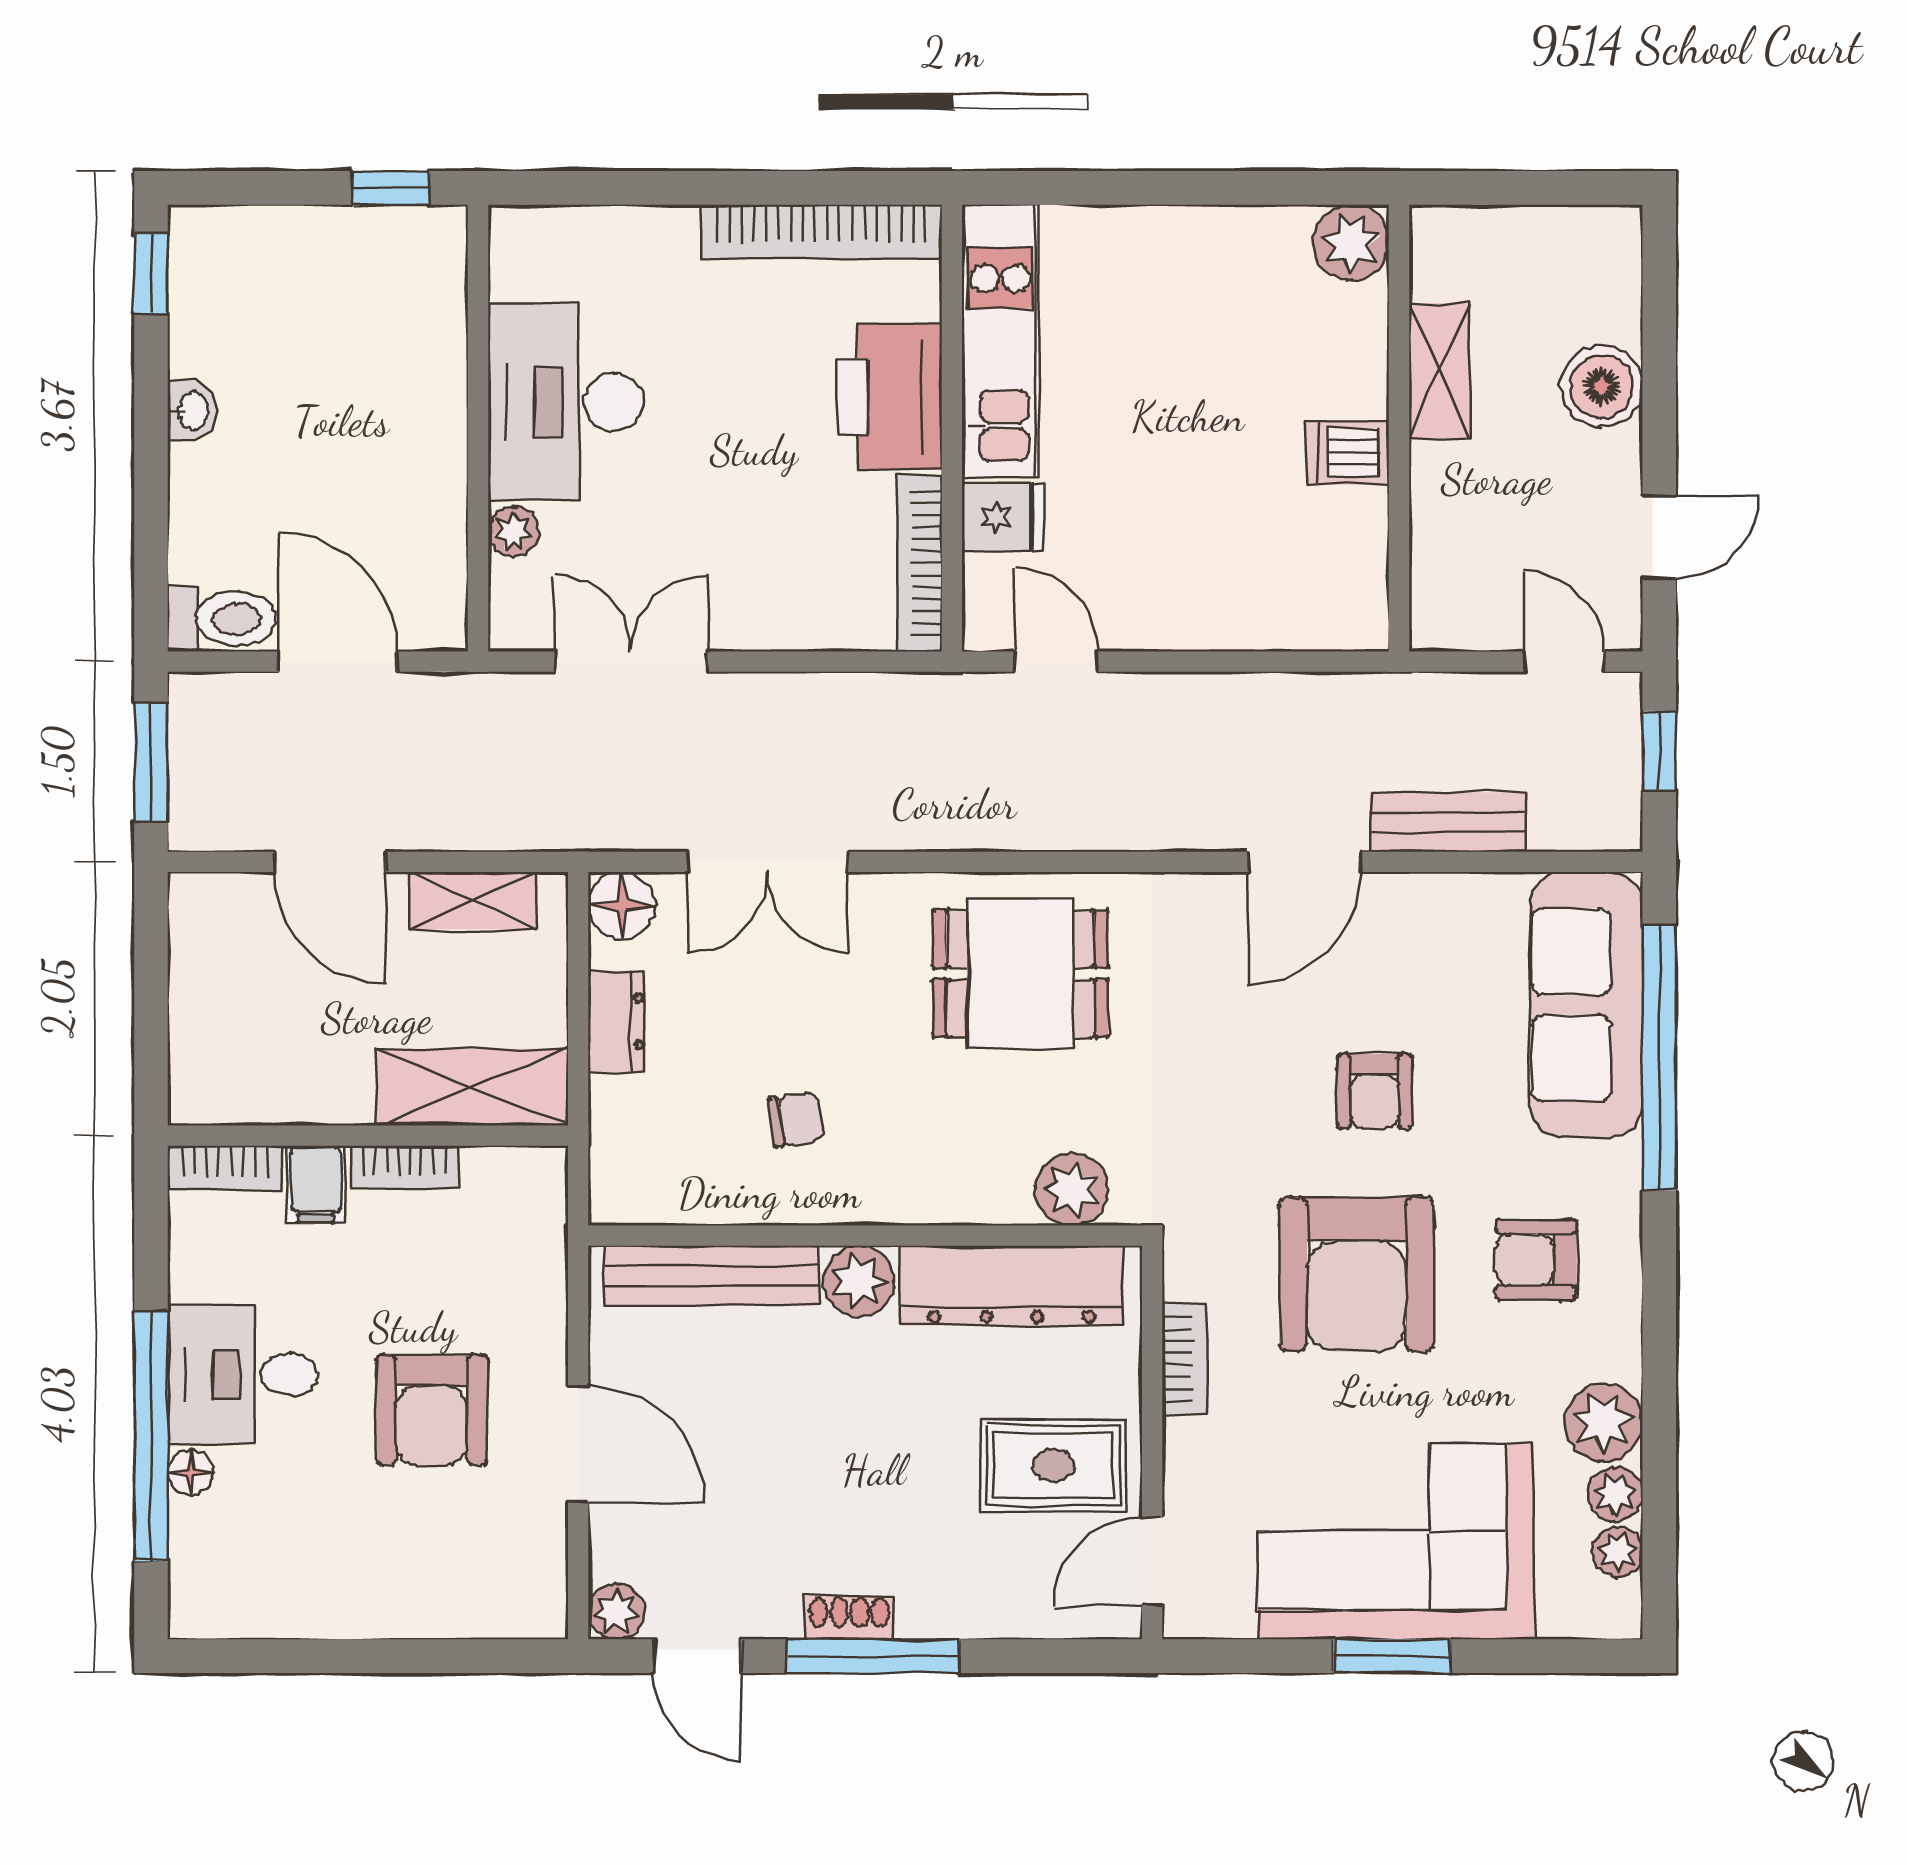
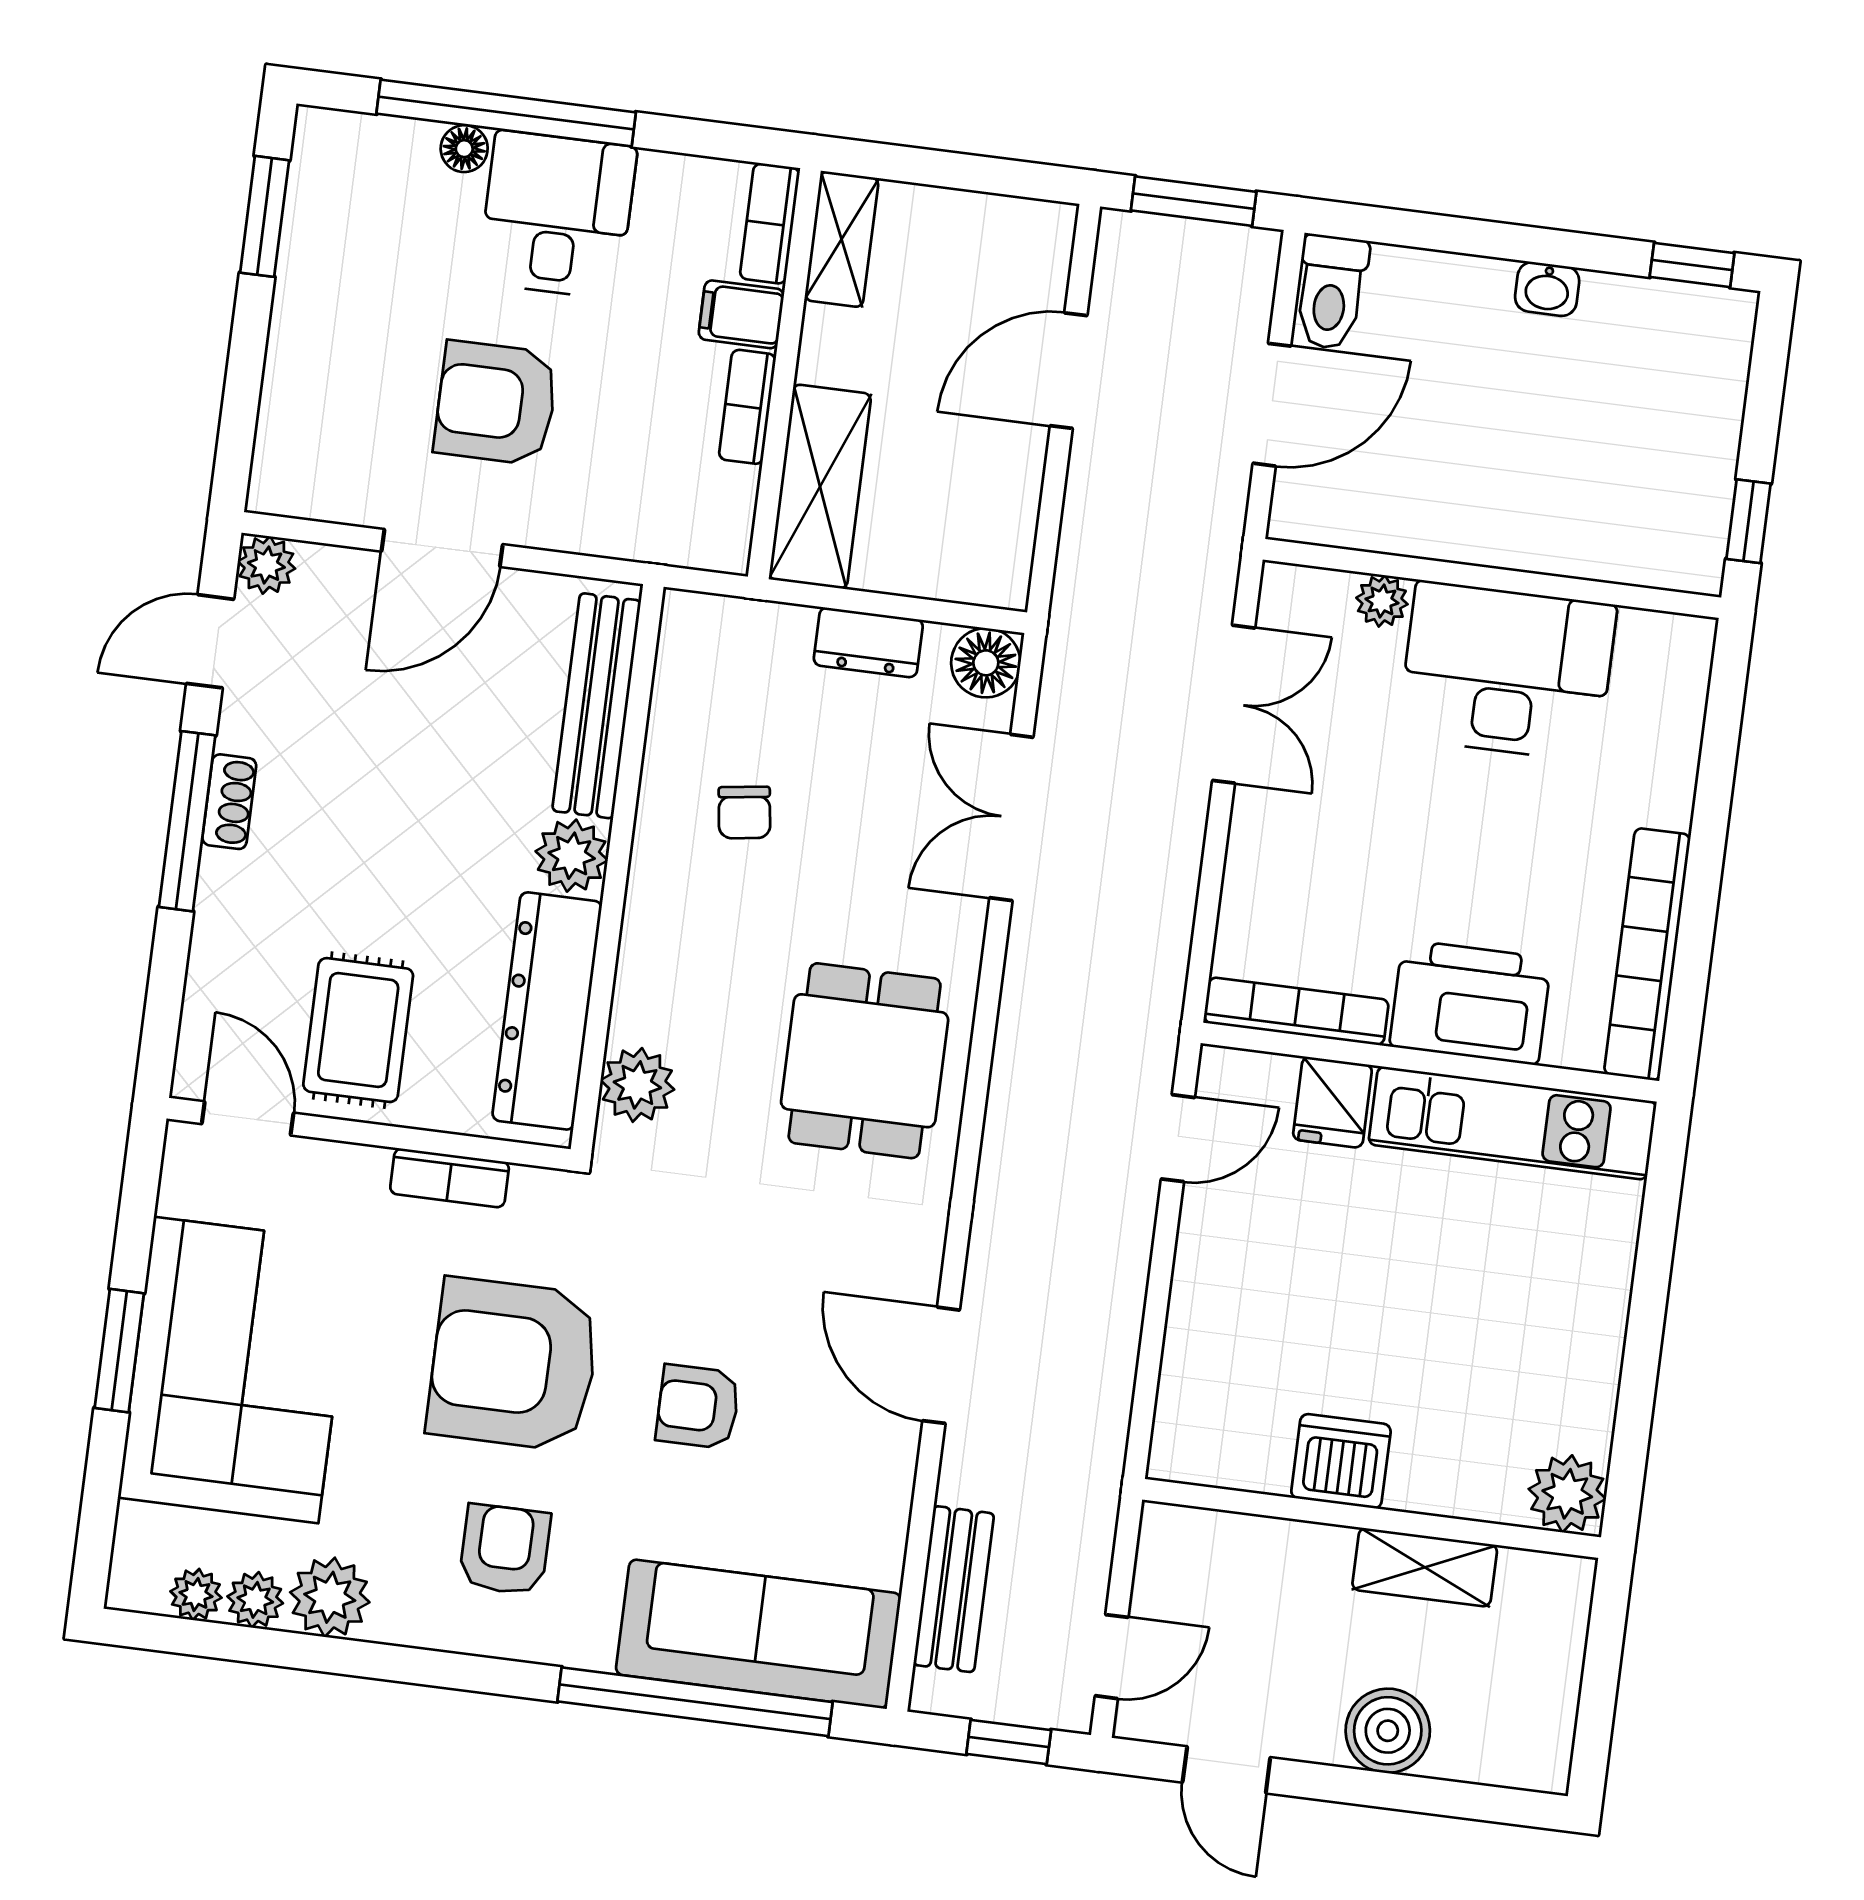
dishwasher: (1348, 453) -> (1341, 1461), width x1.38
bench: (1448, 822) -> (954, 1589), moved
shelving: (473, 901) -> (842, 239), moved
window: (281, 1656) -> (265, 216), added

